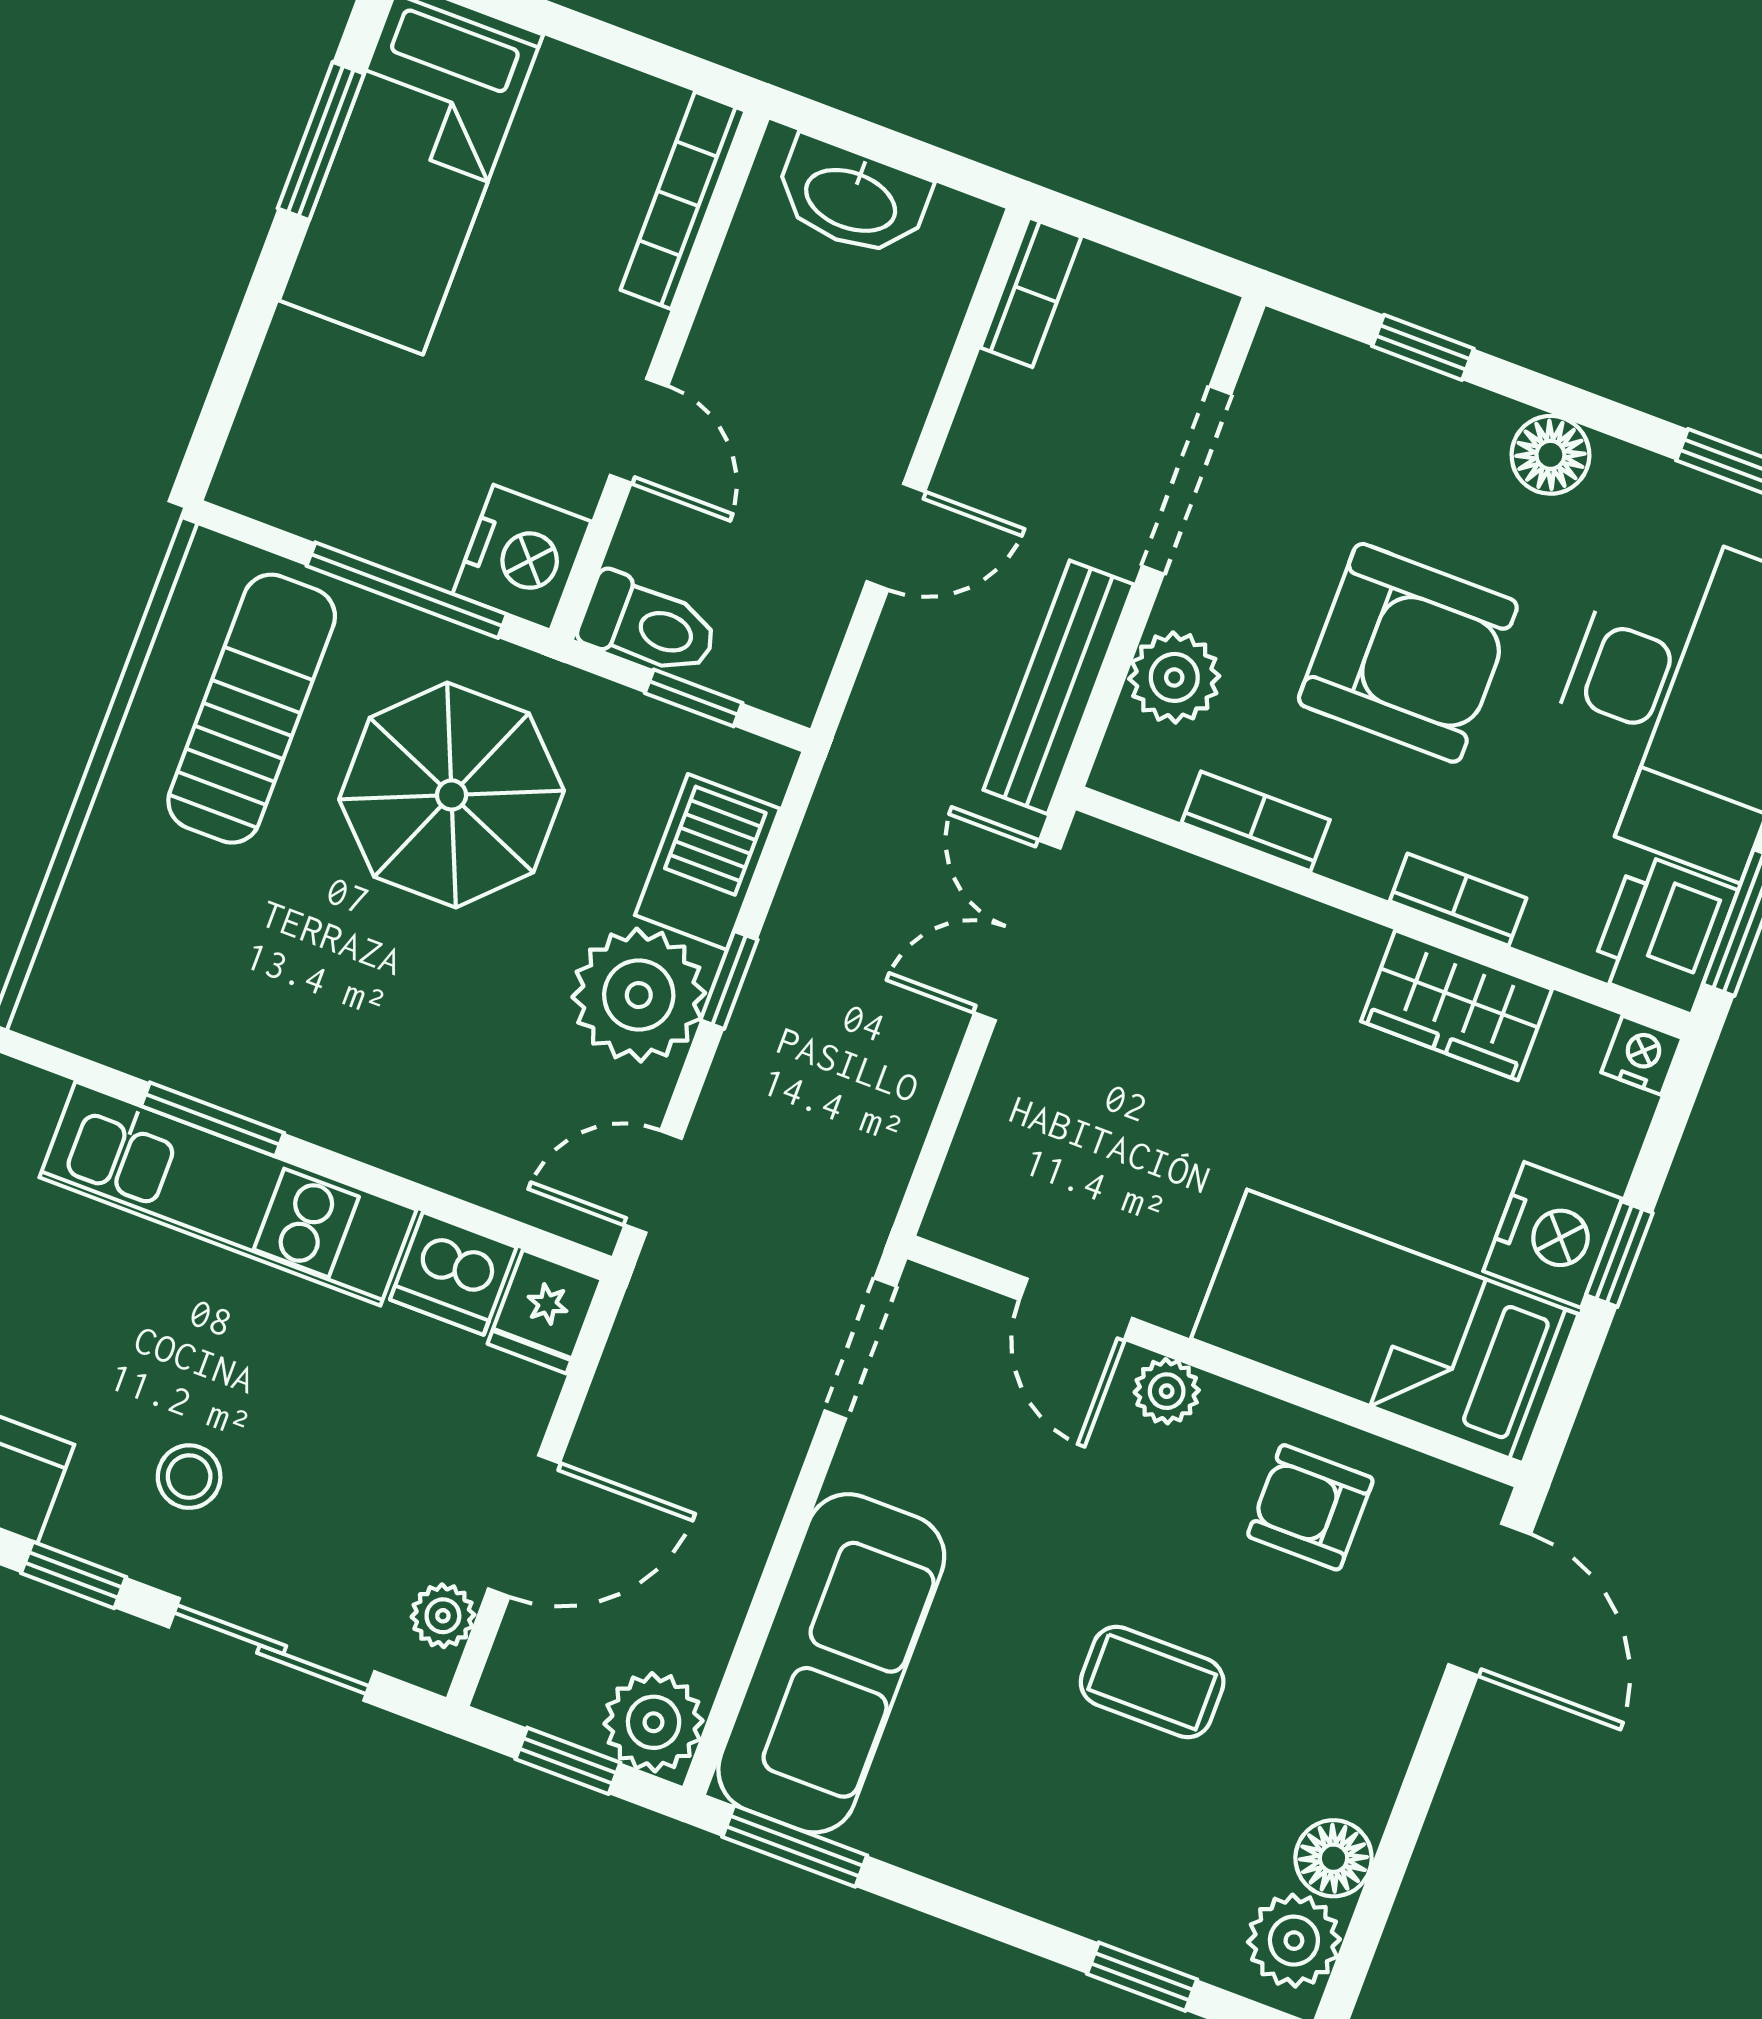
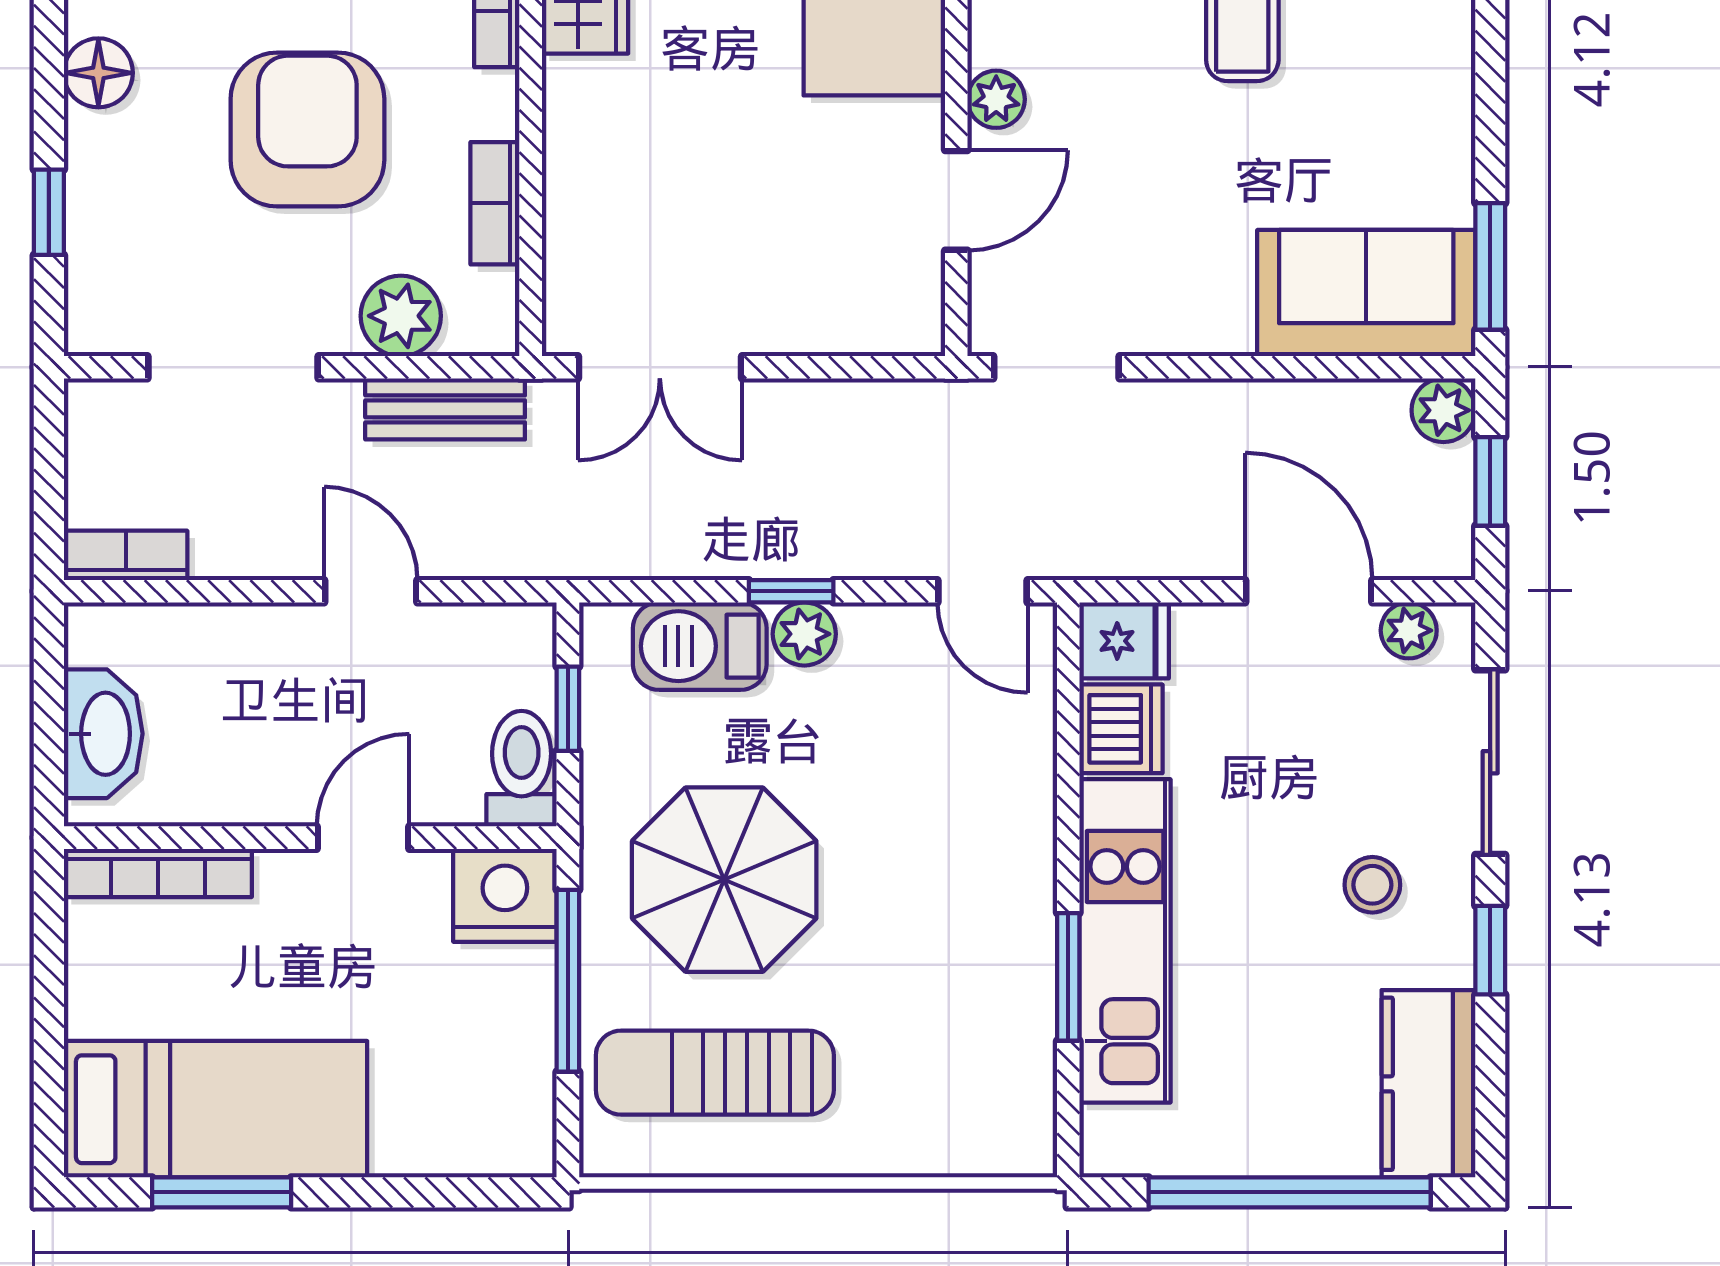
bench: (1059, 687) -> (445, 409), width x0.73
plant: (639, 995) -> (804, 634), width x0.53, depth x0.53
sofa: (831, 1663) -> (1366, 293), width x0.73
plant: (654, 1722) -> (1443, 410), width x0.73, depth x0.73

